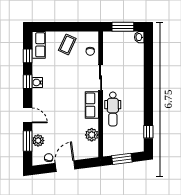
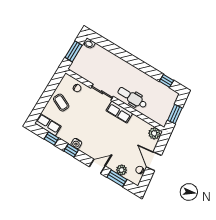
dental chair: (113, 109) -> (132, 98), turned 180
plant: (92, 135) -> (154, 133), moved

